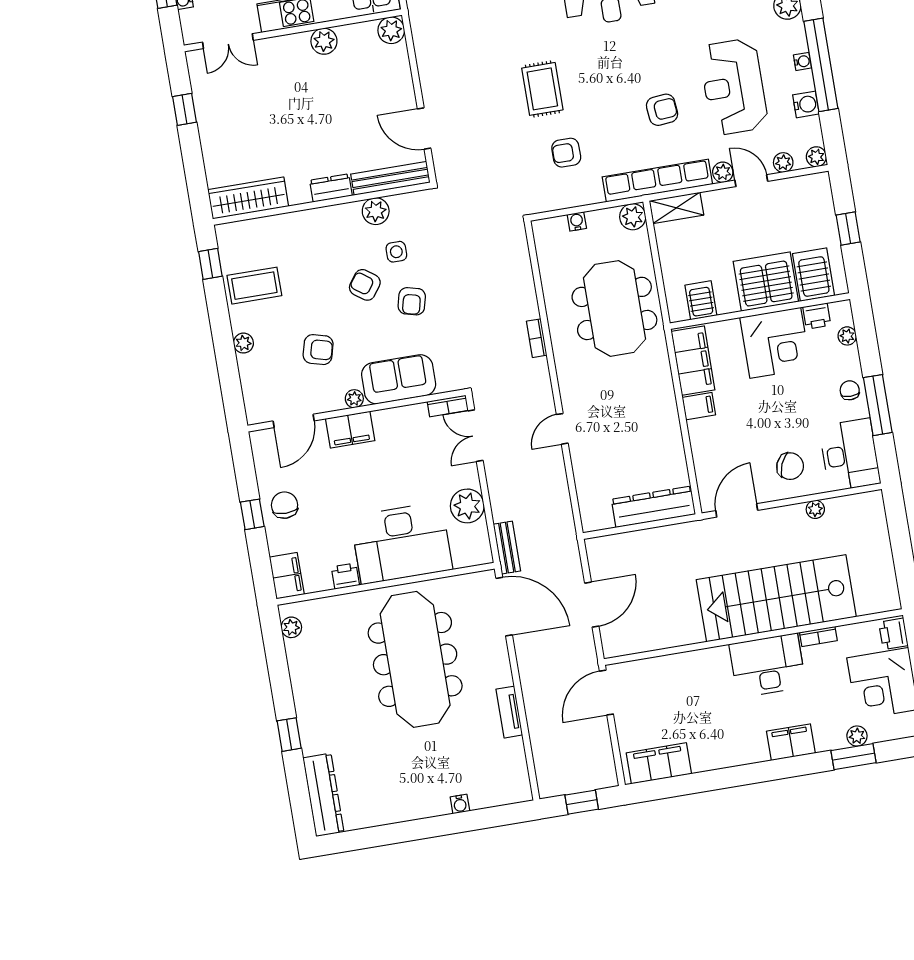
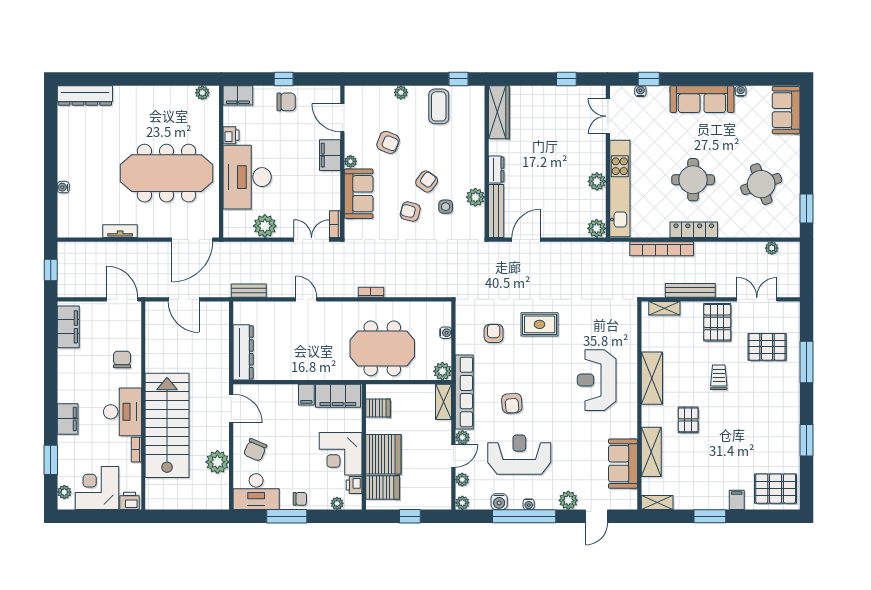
armchair: (318, 350) -> (388, 142), turned -83
plant: (815, 509) -> (217, 462), width x1.87, depth x1.87
bench: (507, 548) -> (249, 291), moved
chair: (693, 678) -> (122, 360), added
window: (289, 735) -> (130, 79), removed
plant: (857, 736) -> (64, 492), moved

